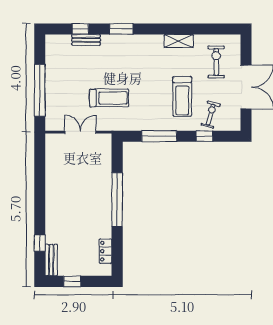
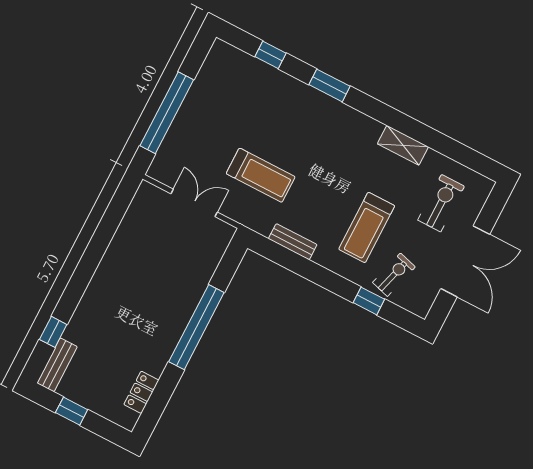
bench: (86, 40) -> (293, 242), moved
window: (159, 136) -> (304, 267), removed

